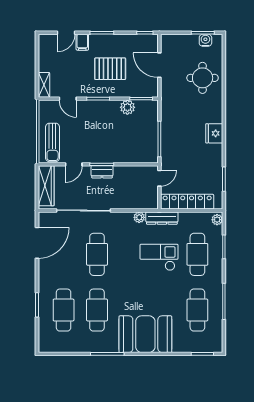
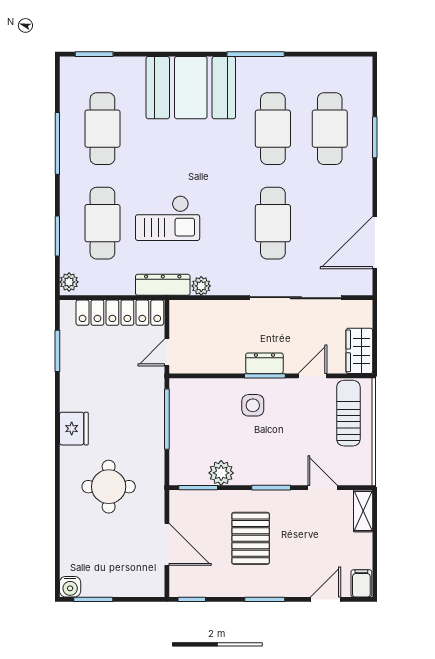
water cooler: (205, 40) -> (70, 587), moved
filing cabinet: (82, 42) -> (361, 583), moved
pallet: (110, 69) -> (251, 538), turned 90
round table: (203, 78) -> (109, 487), moved
side table: (109, 147) -> (253, 405), added
wardrobe: (46, 186) -> (359, 351), width x0.67

